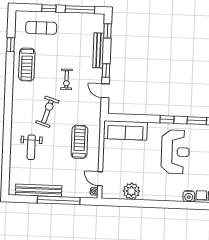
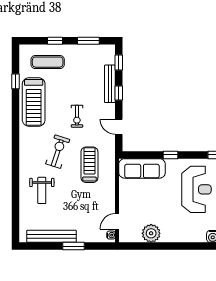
window: (80, 9) -> (88, 41), width x0.69
treadmill: (27, 65) -> (34, 102), width x1.37, depth x1.38
window: (106, 71) -> (119, 93), moved
window: (167, 119) -> (170, 155), moved
treadmill: (79, 142) -> (89, 165), moved
door: (100, 179) -> (117, 221), hinge flipped
window: (59, 200) -> (73, 246), width x0.47

